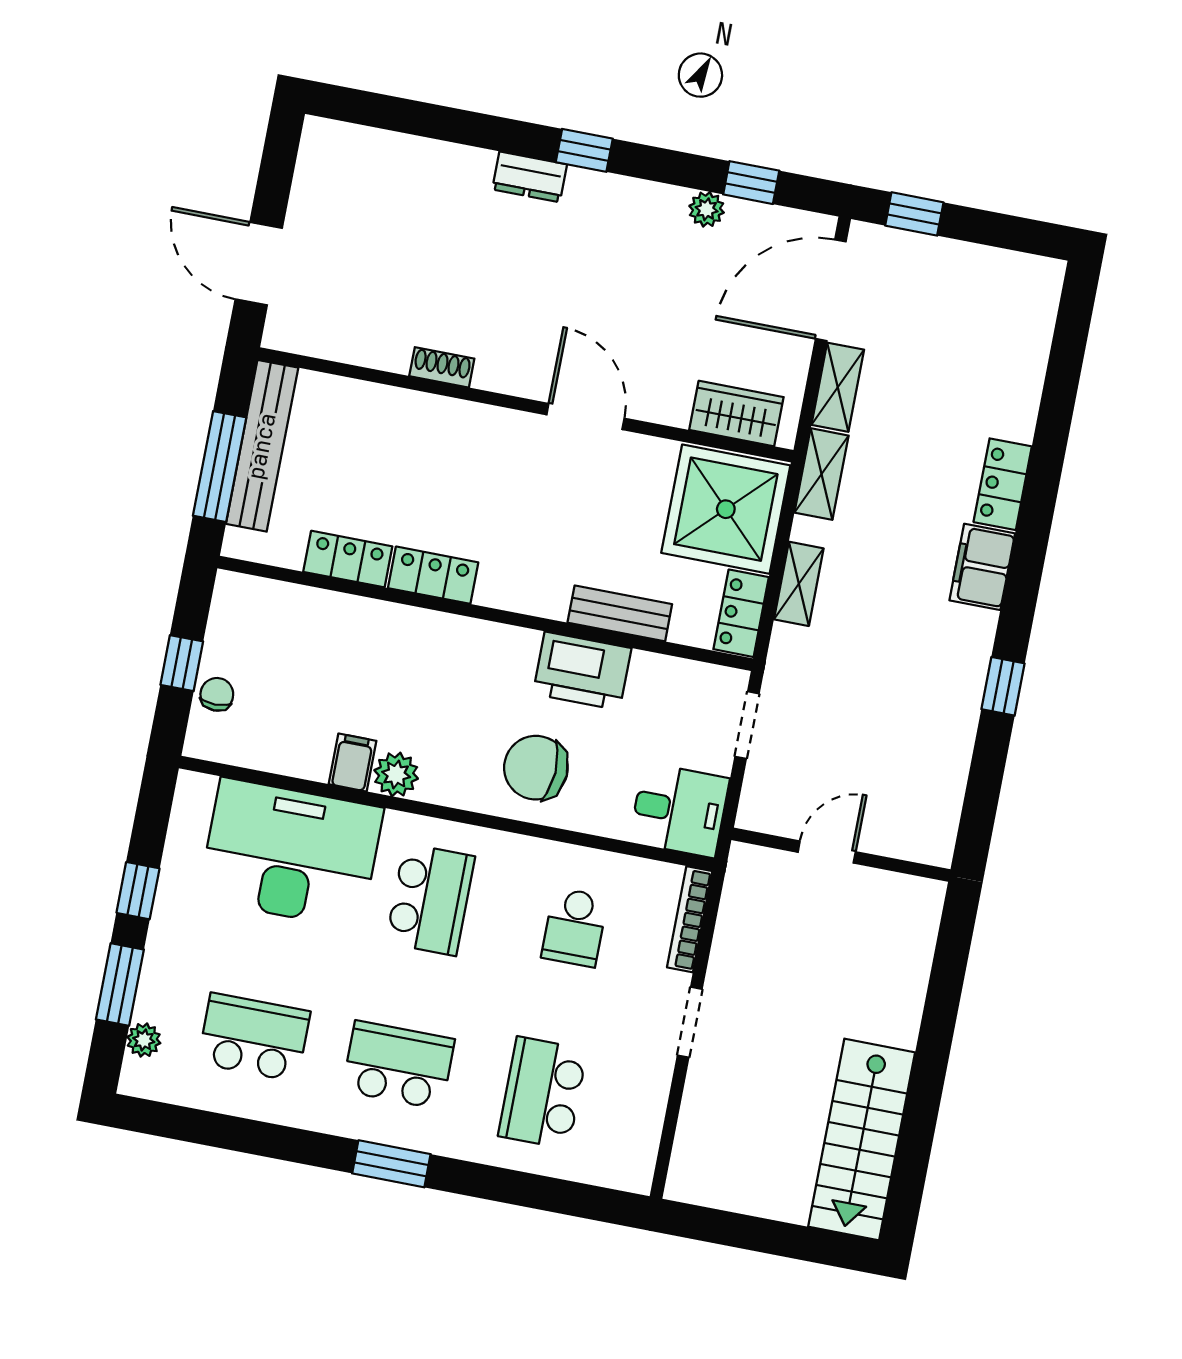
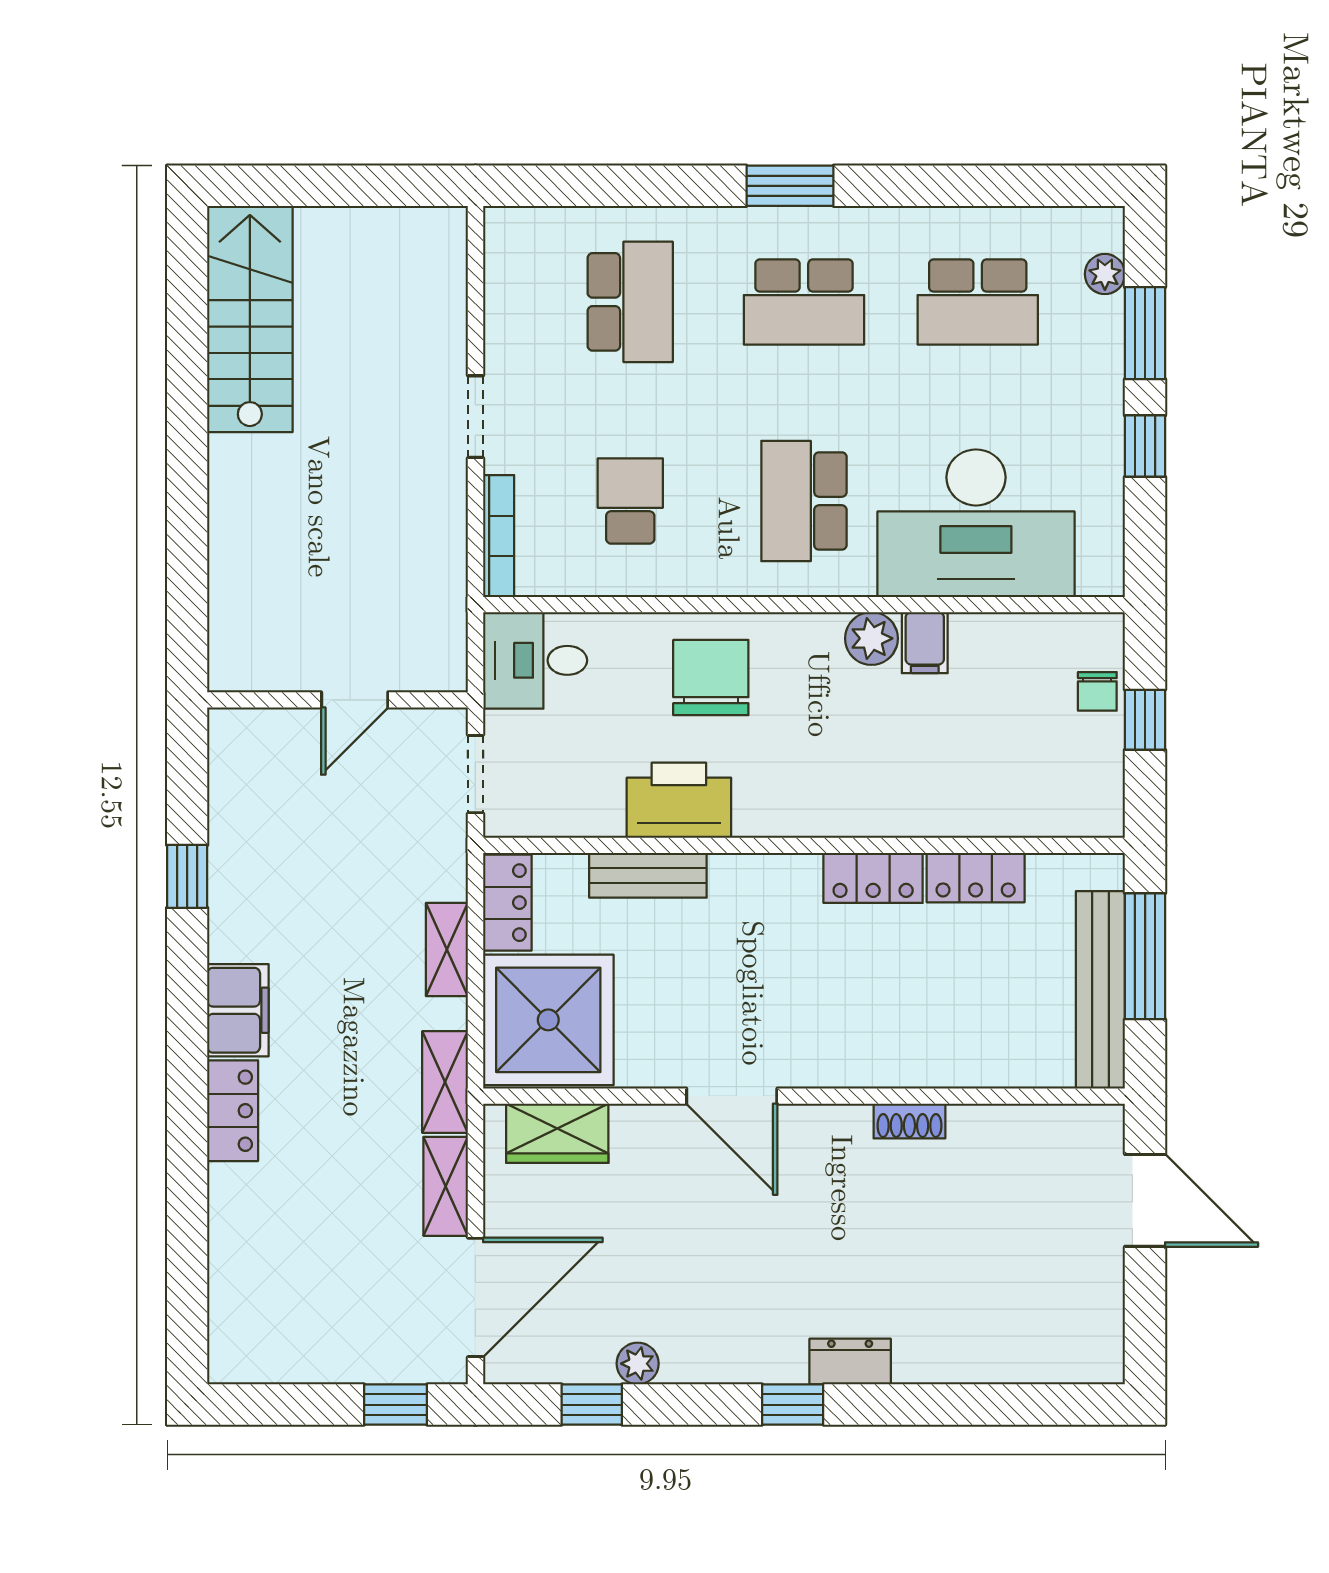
chair: (536, 768) -> (711, 678), turned -93
door: (827, 852) -> (355, 700), moved
wall: (841, 855) -> (338, 700), moved

